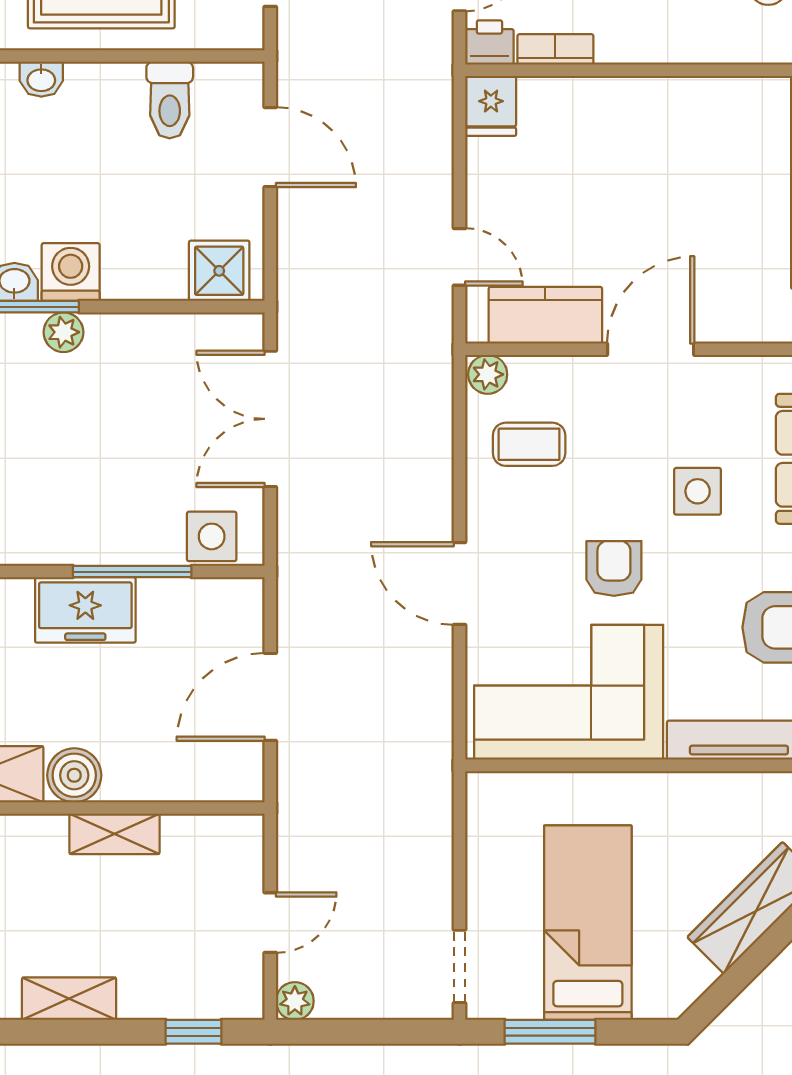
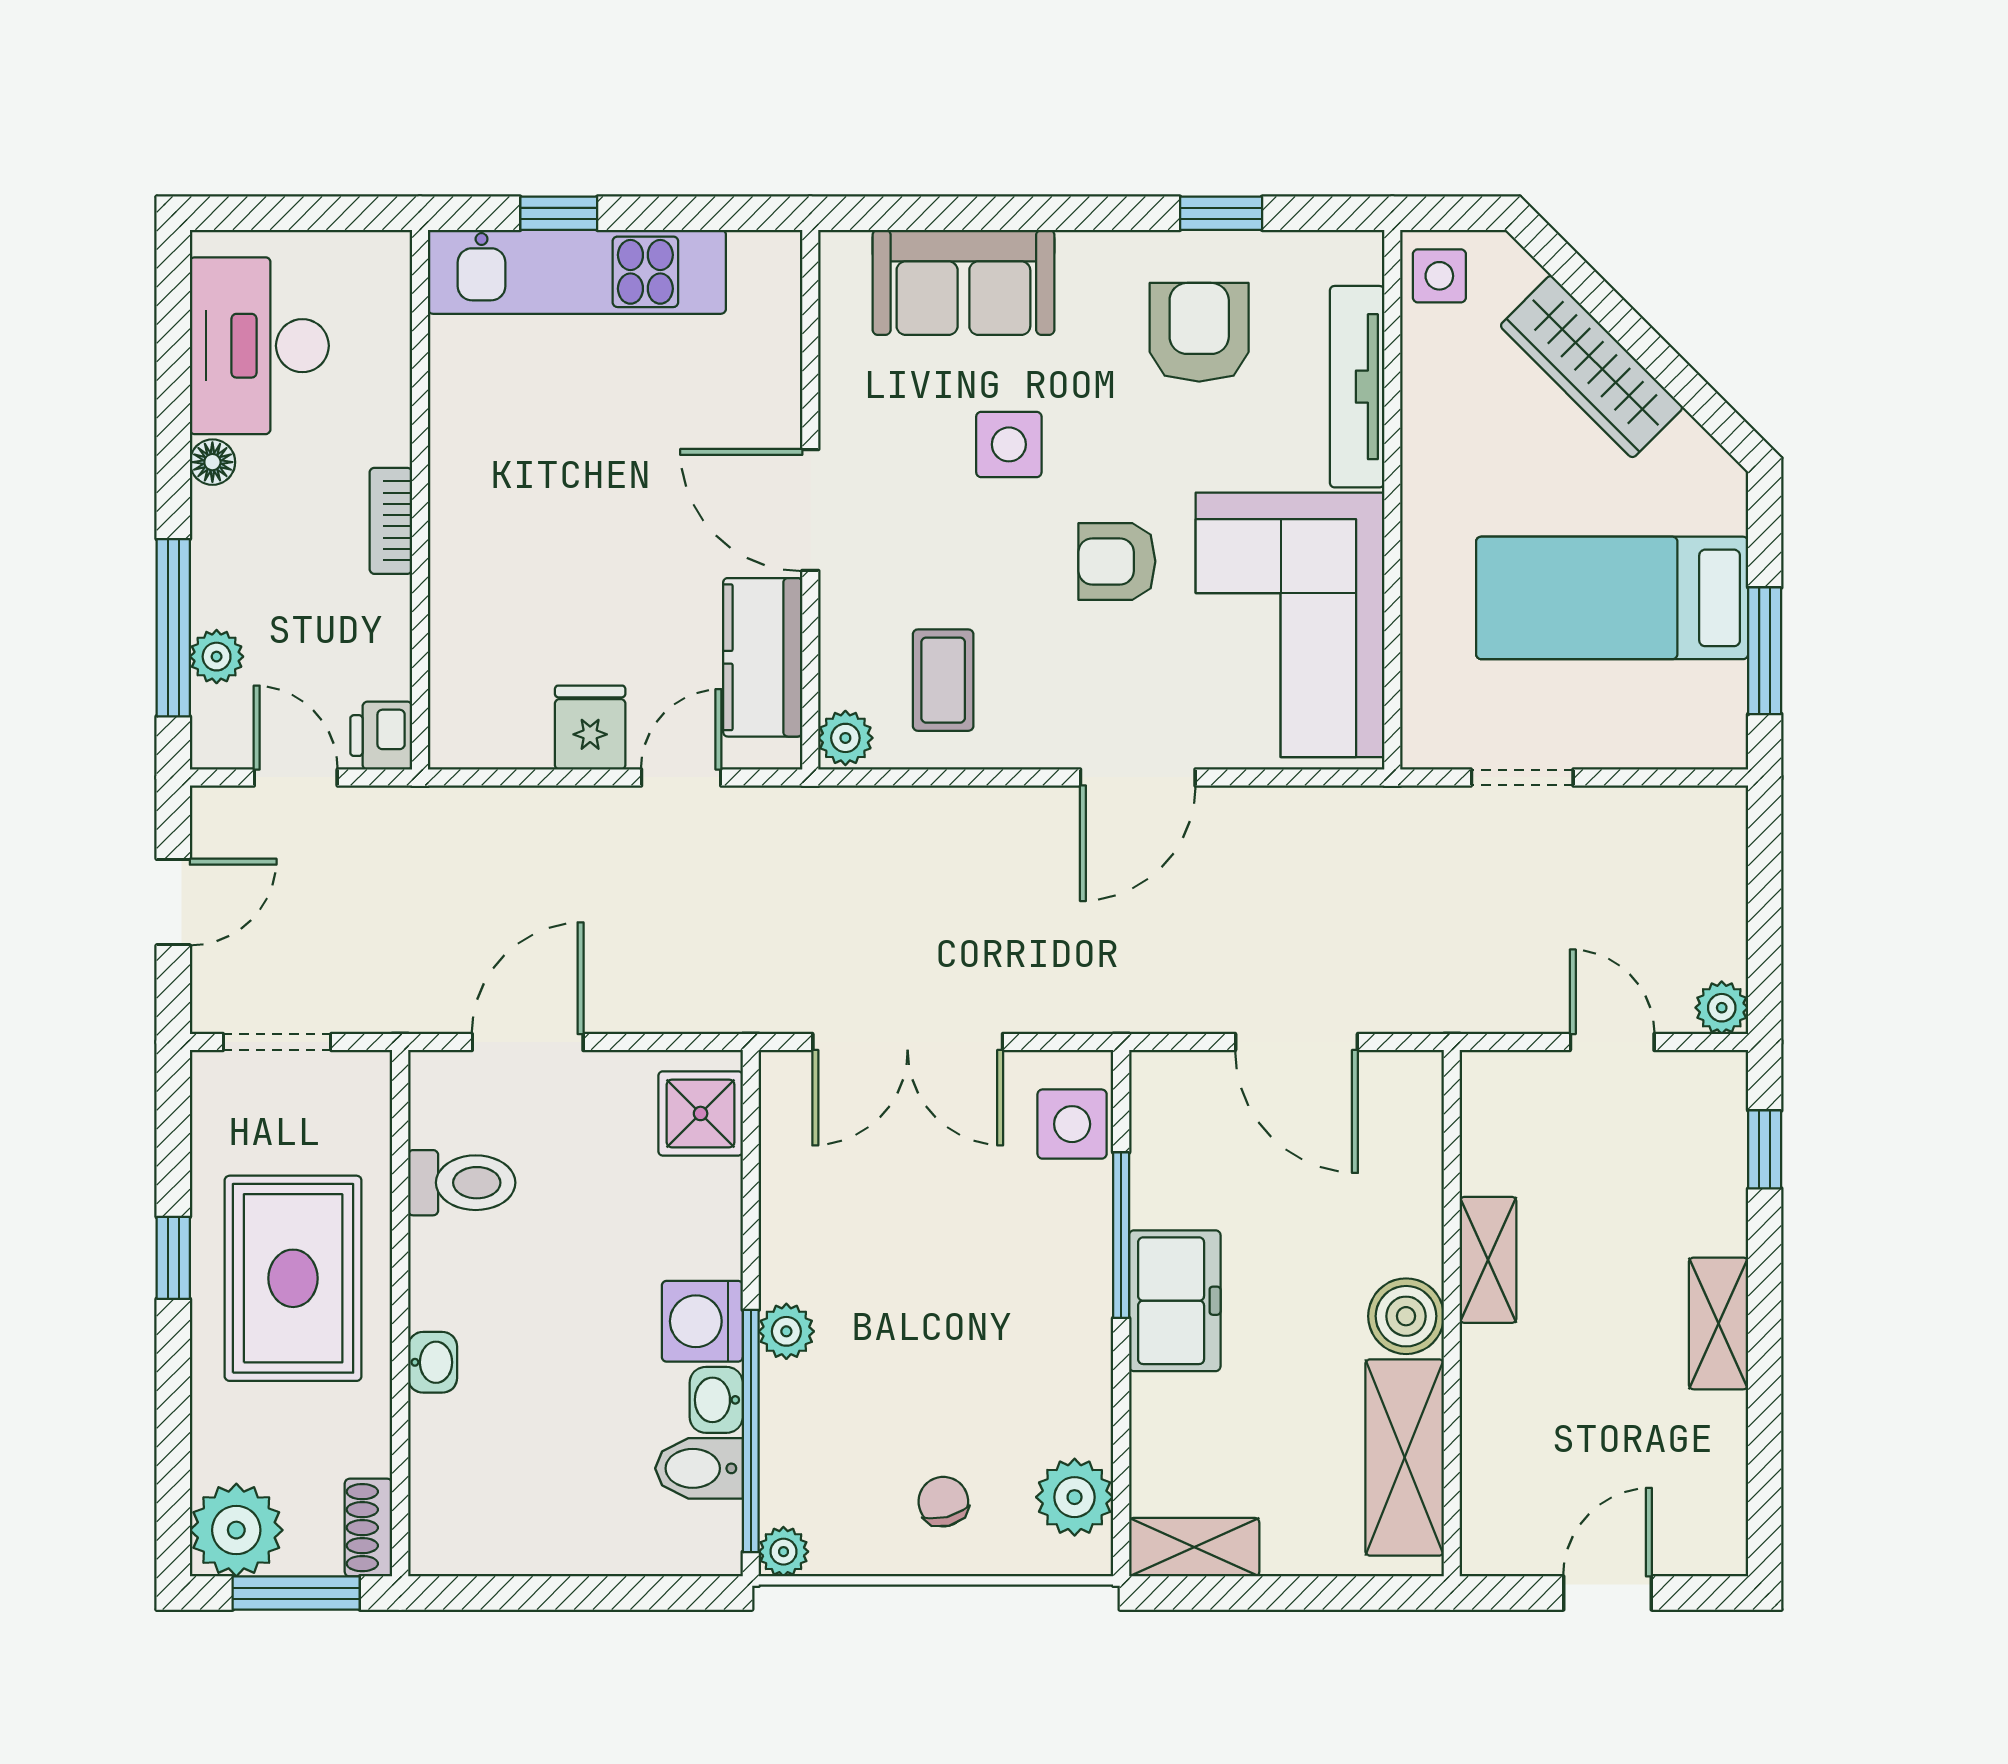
bookcase: (555, 49) -> (391, 521), moved
fridge: (491, 106) -> (590, 728), moved, turned -90
doorway: (459, 966) -> (1522, 777), moved

